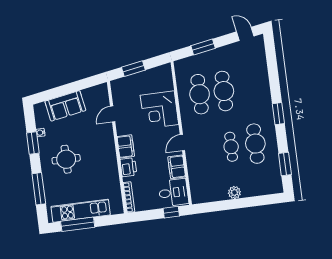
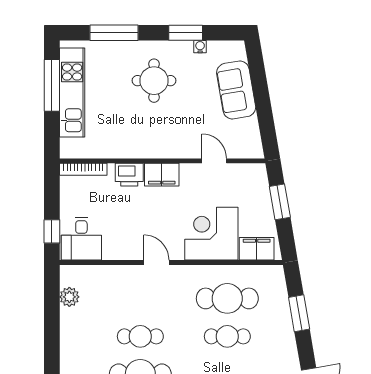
cafe table: (224, 91) -> (227, 336), width x0.73, depth x0.74
filing cabinet: (177, 167) -> (257, 249), moved
plant: (234, 192) -> (69, 297), moved

